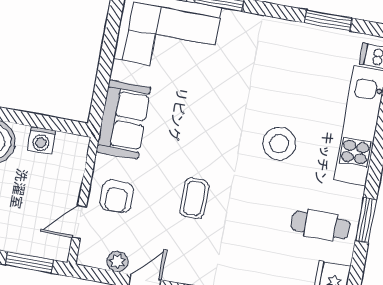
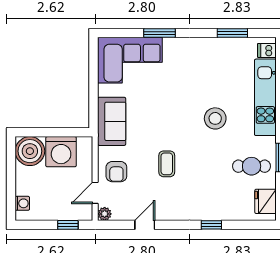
washing machine: (41, 140) -> (61, 152), width x1.89, depth x1.89
window: (29, 262) -> (68, 225), width x0.67
plant: (117, 262) -> (105, 214), moved

